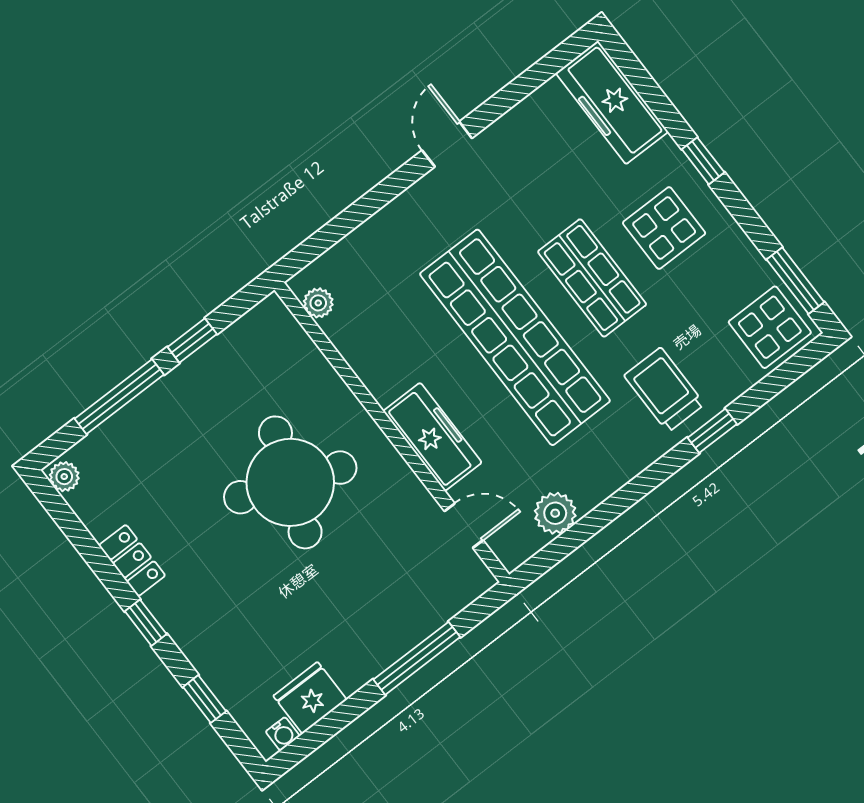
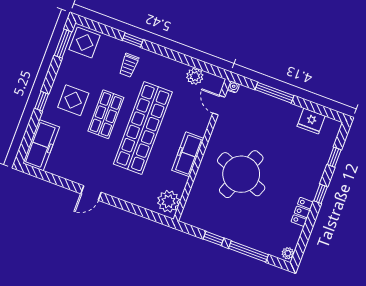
plant: (318, 303) -> (168, 201), width x1.87, depth x1.87
trolley: (664, 390) -> (129, 65), width x0.73, depth x0.72
freezer: (432, 437) -> (188, 154), moved
water cooler: (283, 734) -> (233, 87), moved

